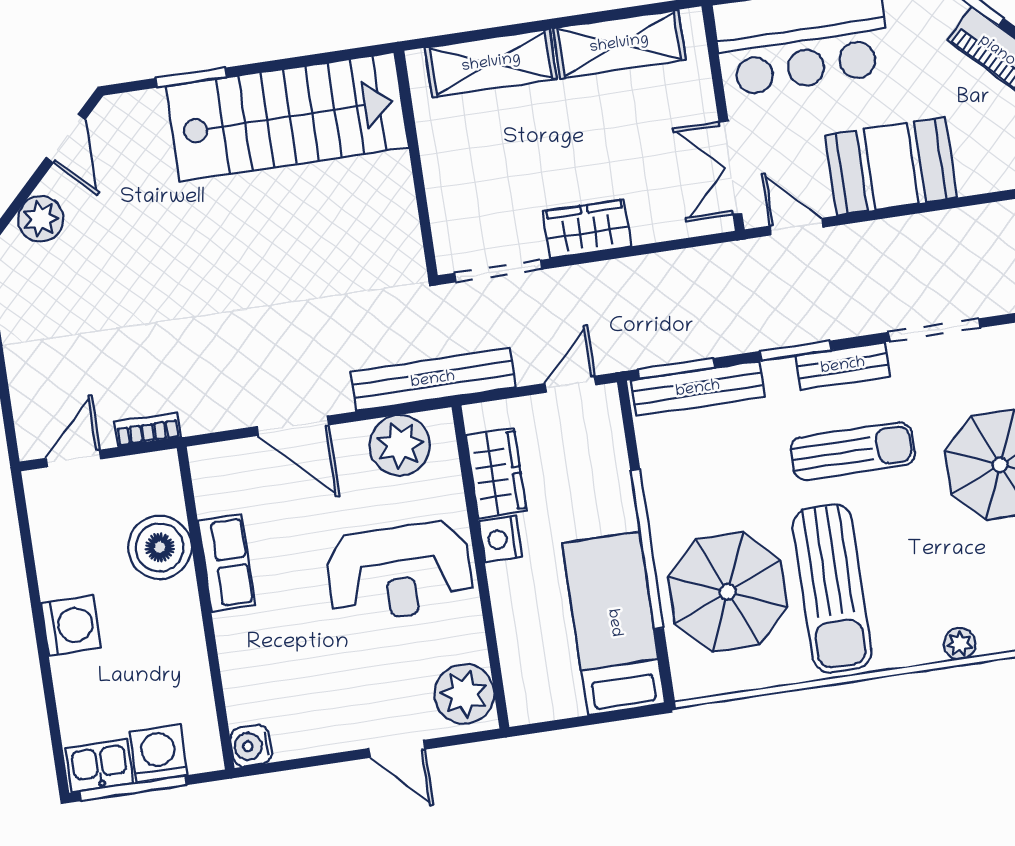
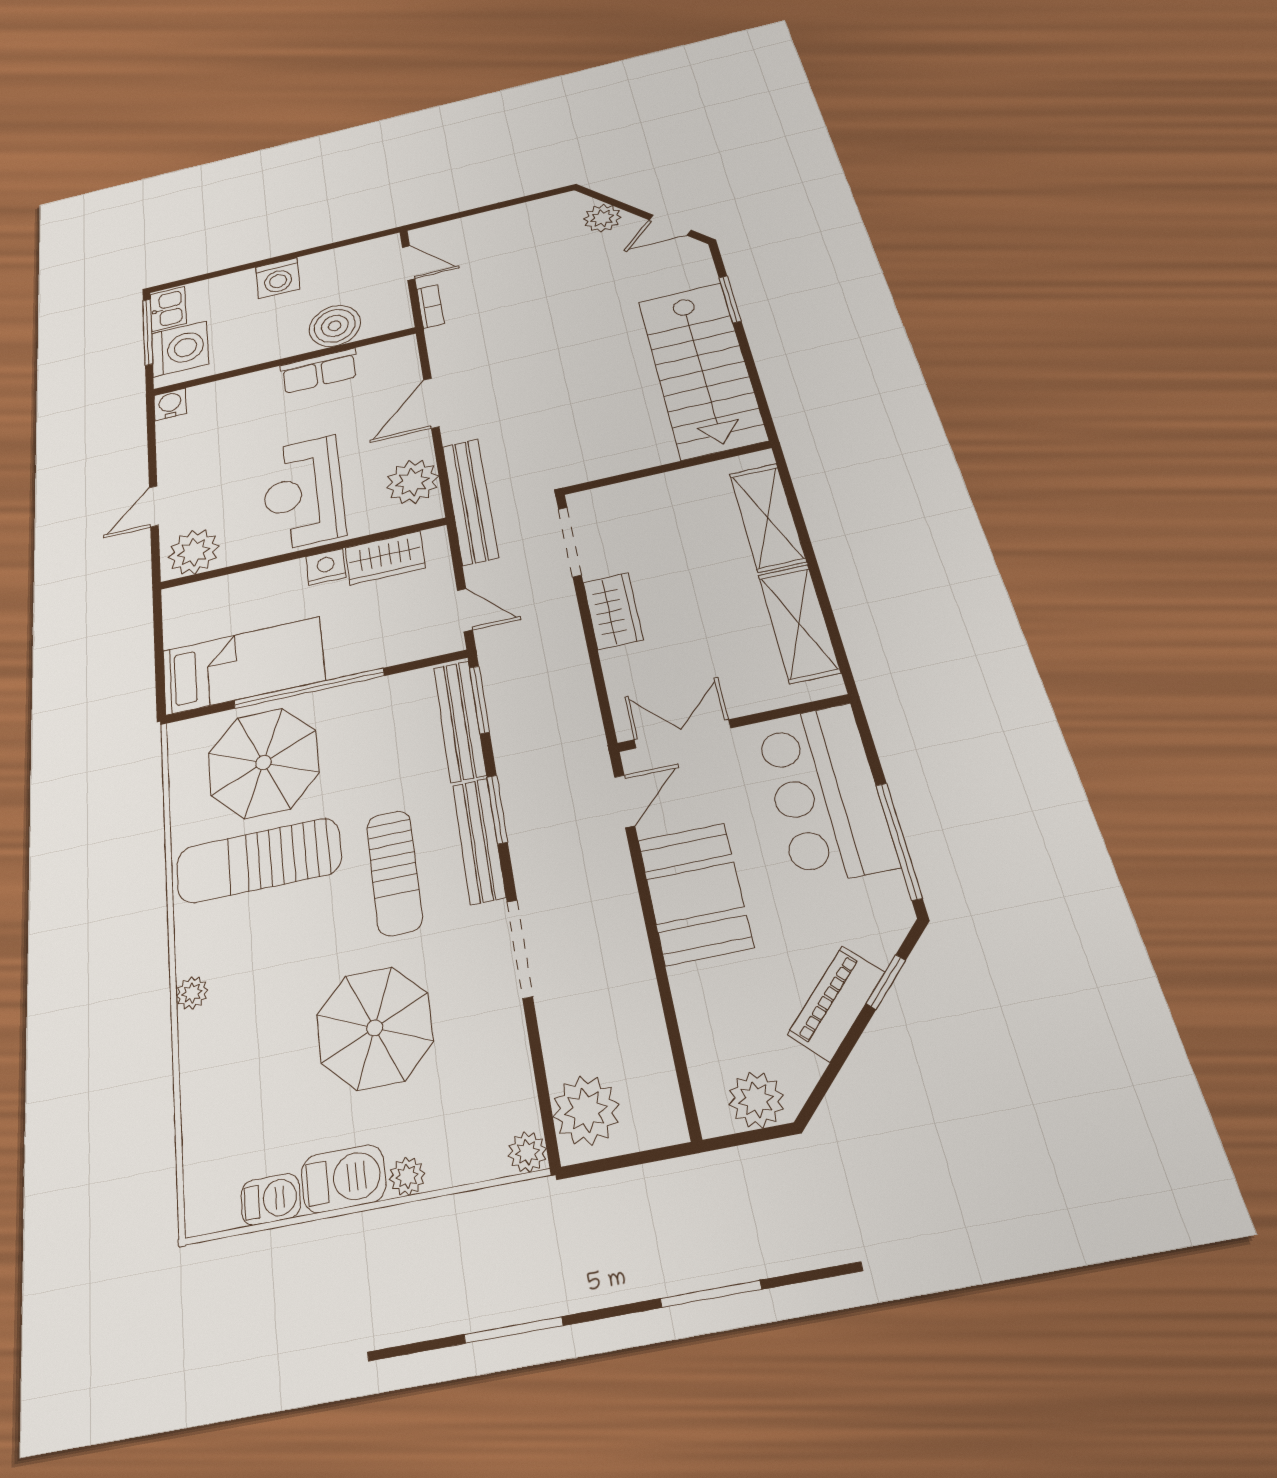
bench: (843, 366) -> (479, 841), width x1.36
washing machine: (158, 754) -> (180, 349), width x1.37, depth x1.37

